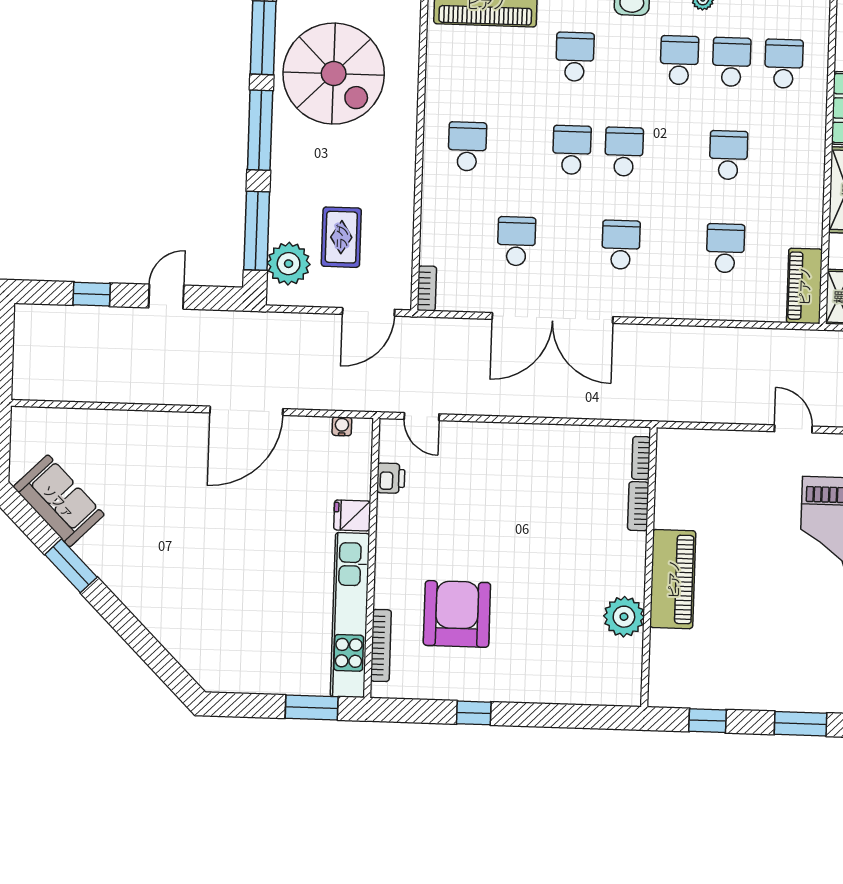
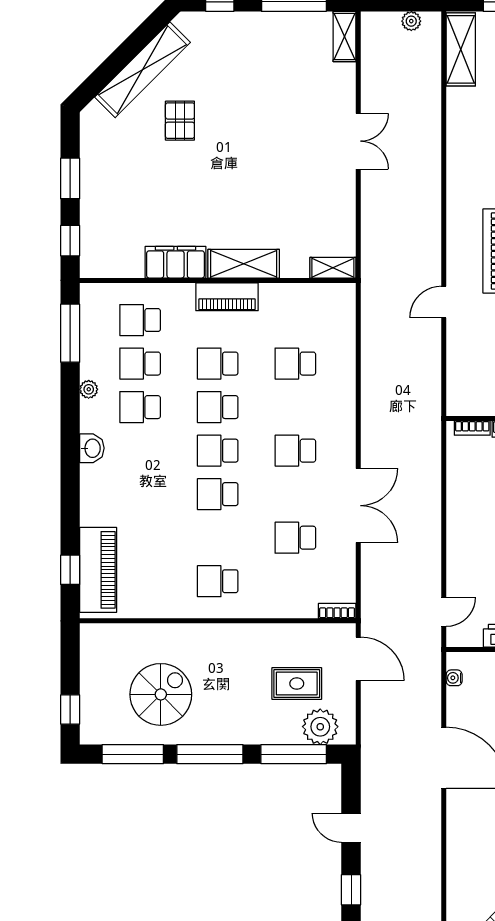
school desk: (575, 57) -> (218, 407), moved
spiral stairs: (334, 74) -> (161, 694), width x0.73, depth x0.73
piano: (804, 286) -> (227, 297), moved
double door: (552, 318) -> (358, 506), width x0.73

